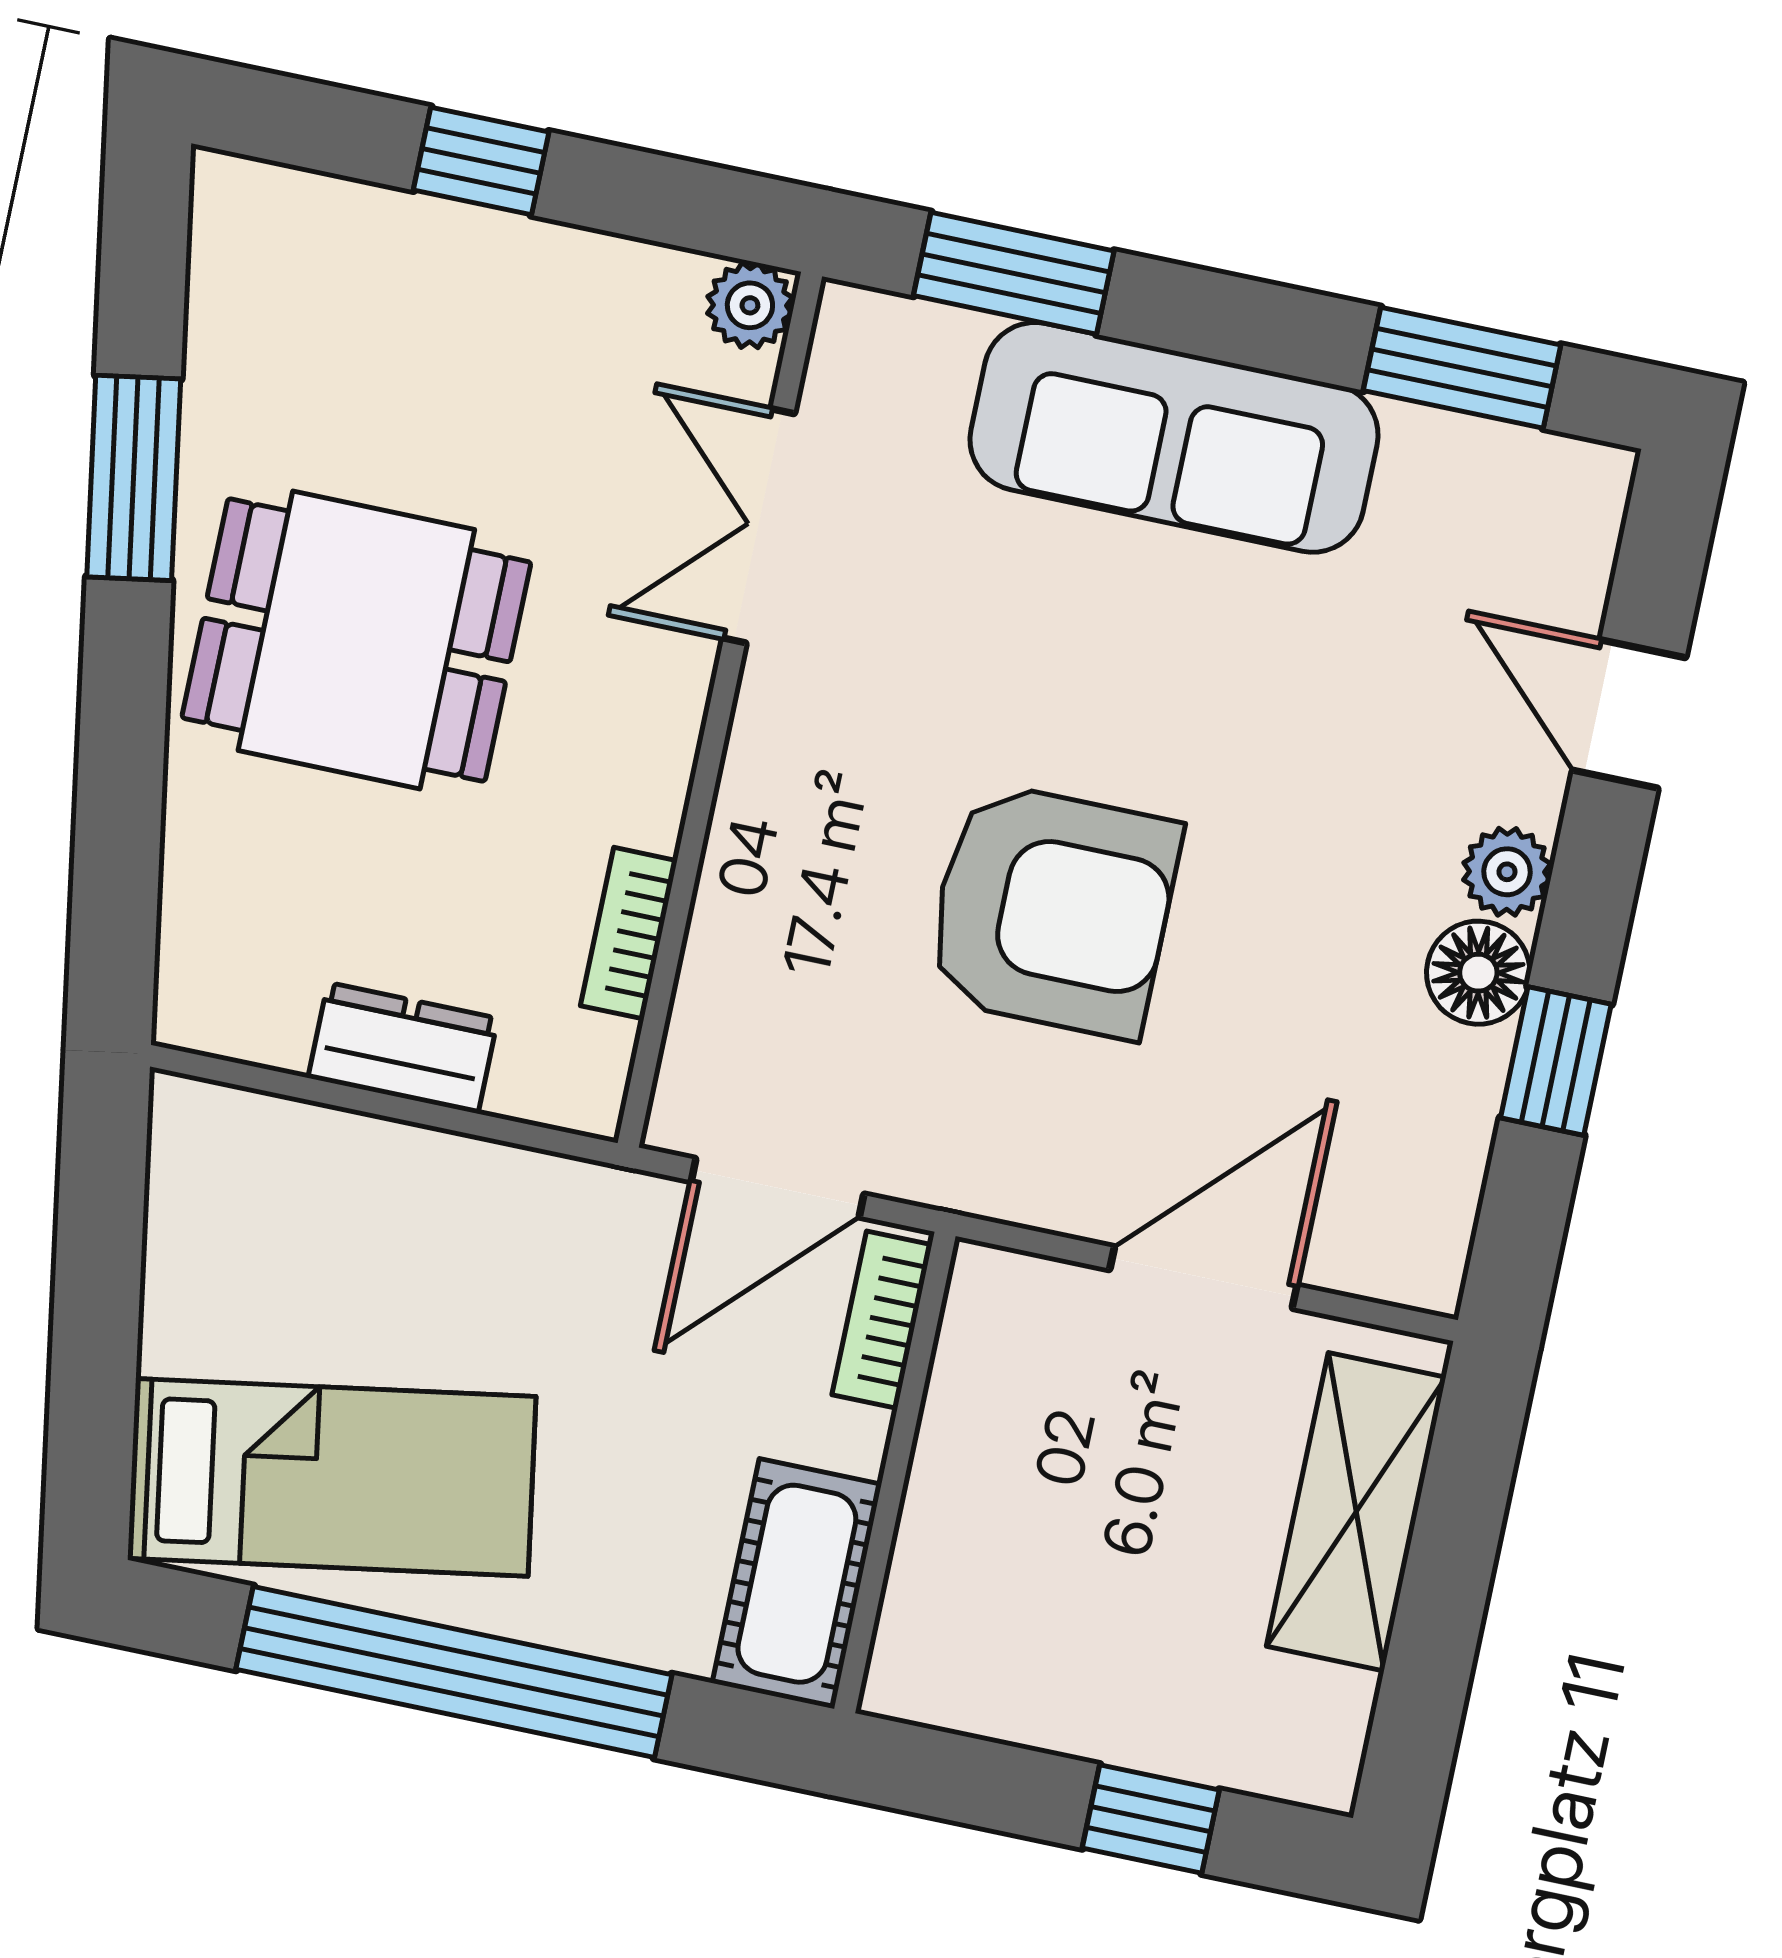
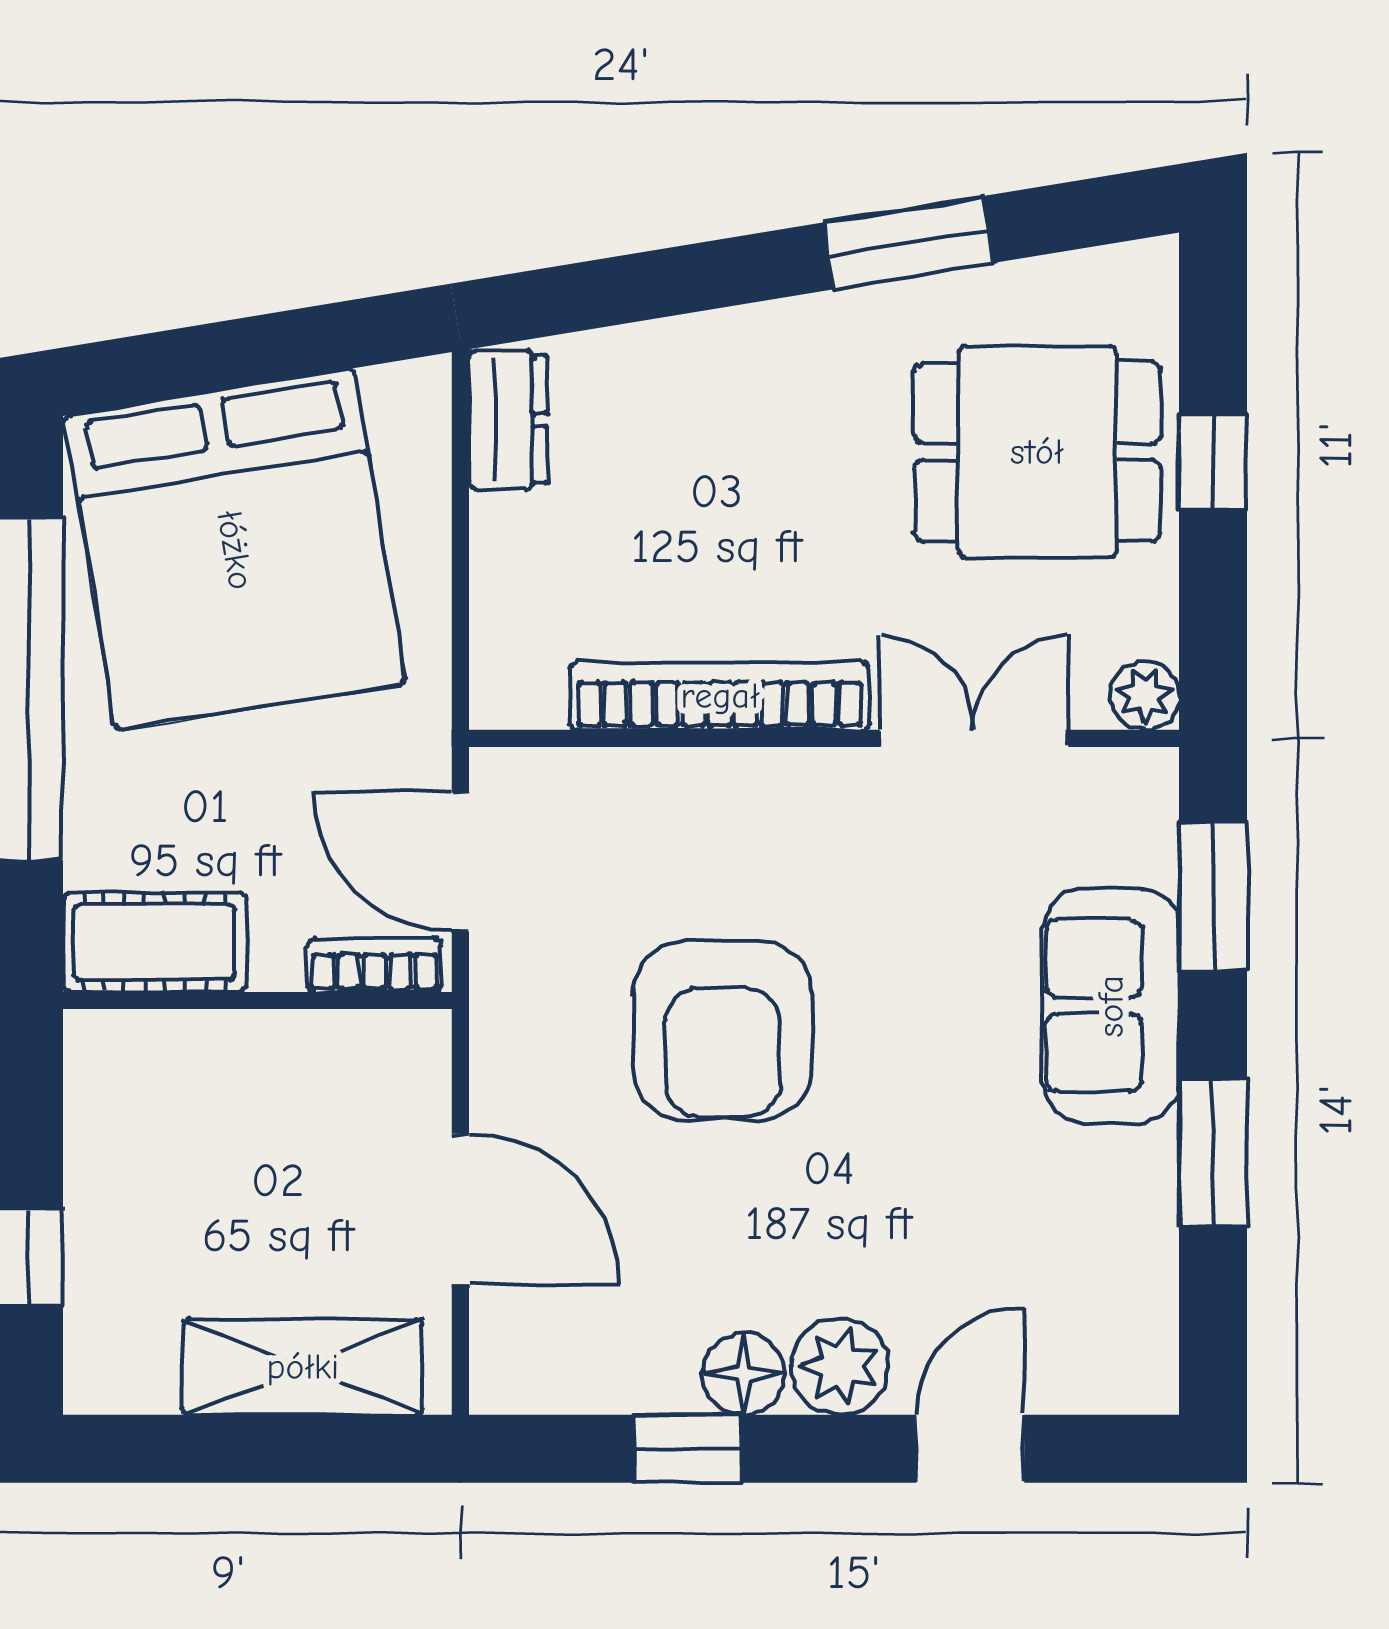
window: (1462, 368) -> (1213, 1153), moved
sofa: (1174, 437) -> (1111, 1006), width x0.73
dining table: (356, 640) -> (1037, 452), moved, turned 90
plant: (1507, 872) -> (840, 1366), width x1.38, depth x1.38
bookcase: (629, 933) -> (720, 696), width x2.31, depth x1.31
dresser: (403, 1048) -> (508, 420), moved
bed: (332, 1477) -> (235, 550), width x2.04

